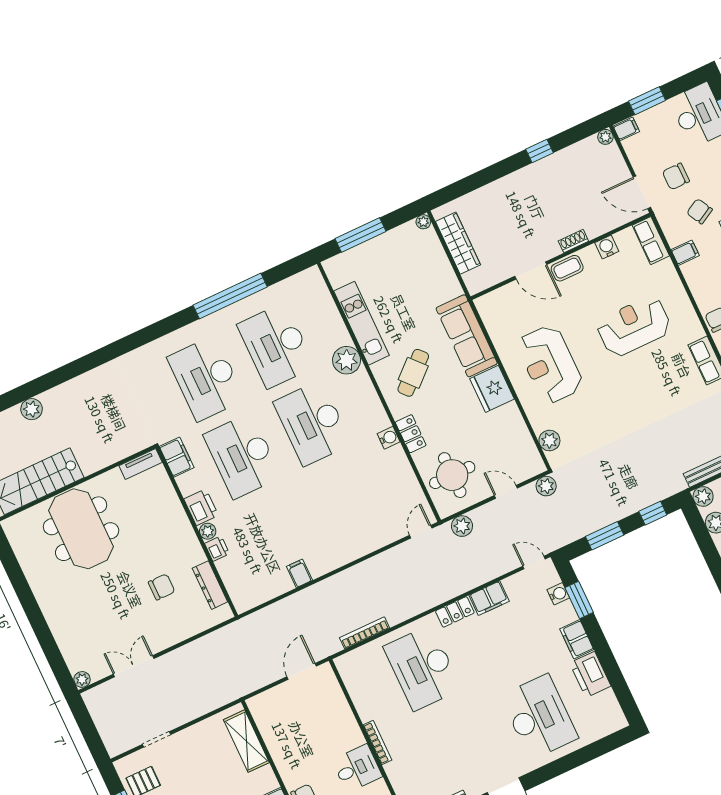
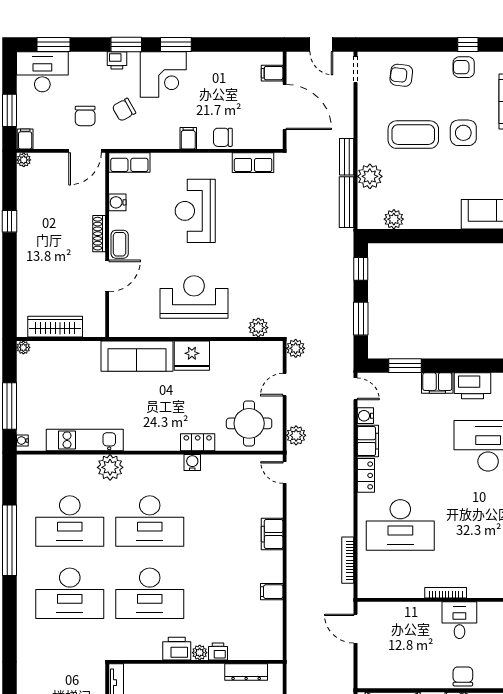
shoe rack: (573, 241) -> (99, 234), width x1.43
filing cabinet: (685, 253) -> (188, 138), moved
water cooler: (333, 263) -> (22, 440), added
reception desk: (550, 364) -> (194, 297), turned 180
cafe table: (413, 373) -> (147, 416), removed
filing cabinet: (177, 457) -> (272, 534), moved, turned -90
plant: (703, 496) -> (367, 220), removed
door: (534, 563) -> (355, 389), swing flipped
water cooler: (558, 594) -> (365, 416), moved, turned -90

